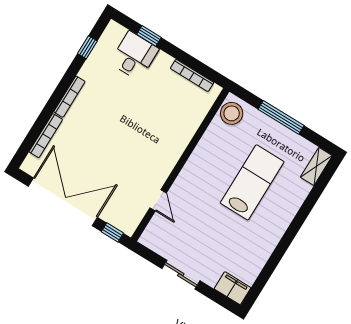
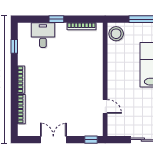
window: (149, 36) -> (56, 19), moved
double door: (63, 202) -> (53, 140), width x0.54

